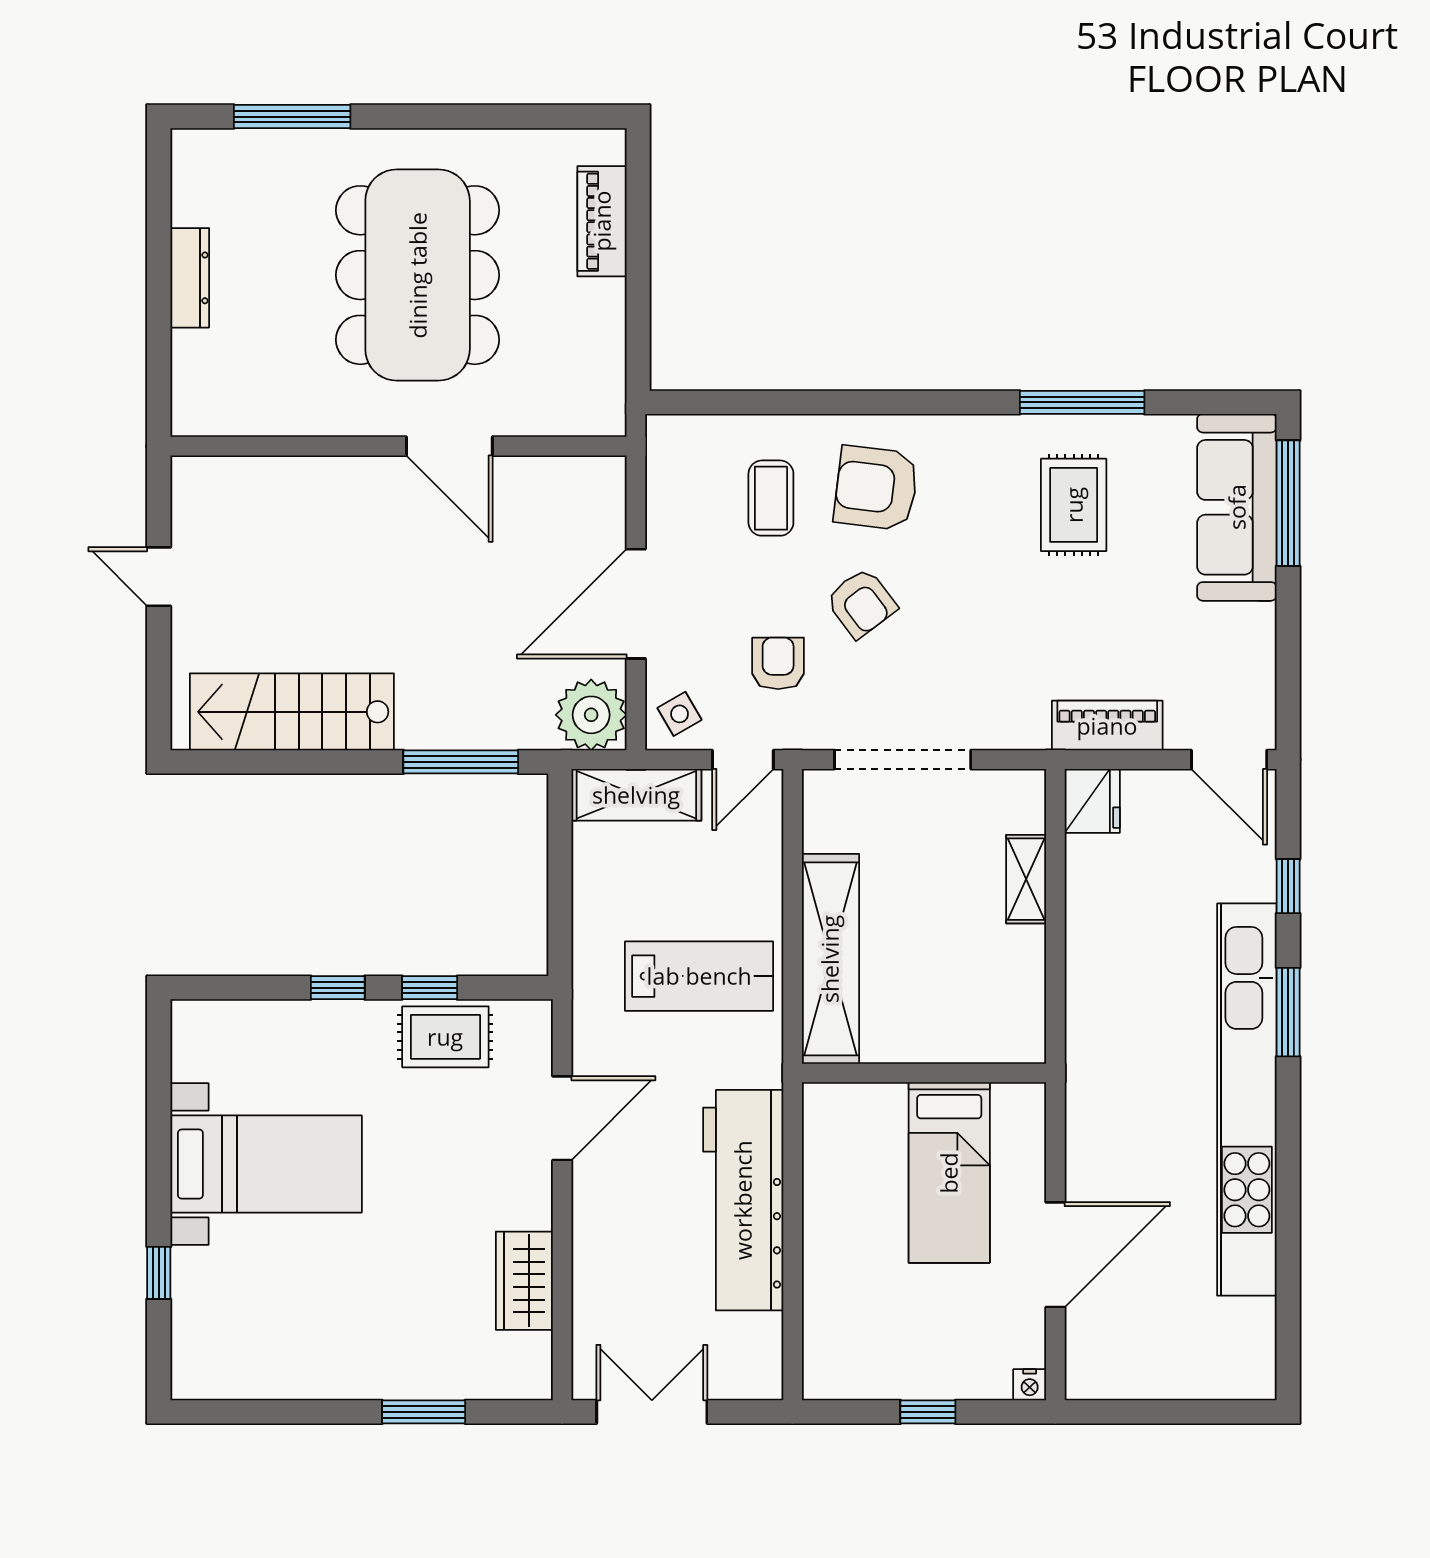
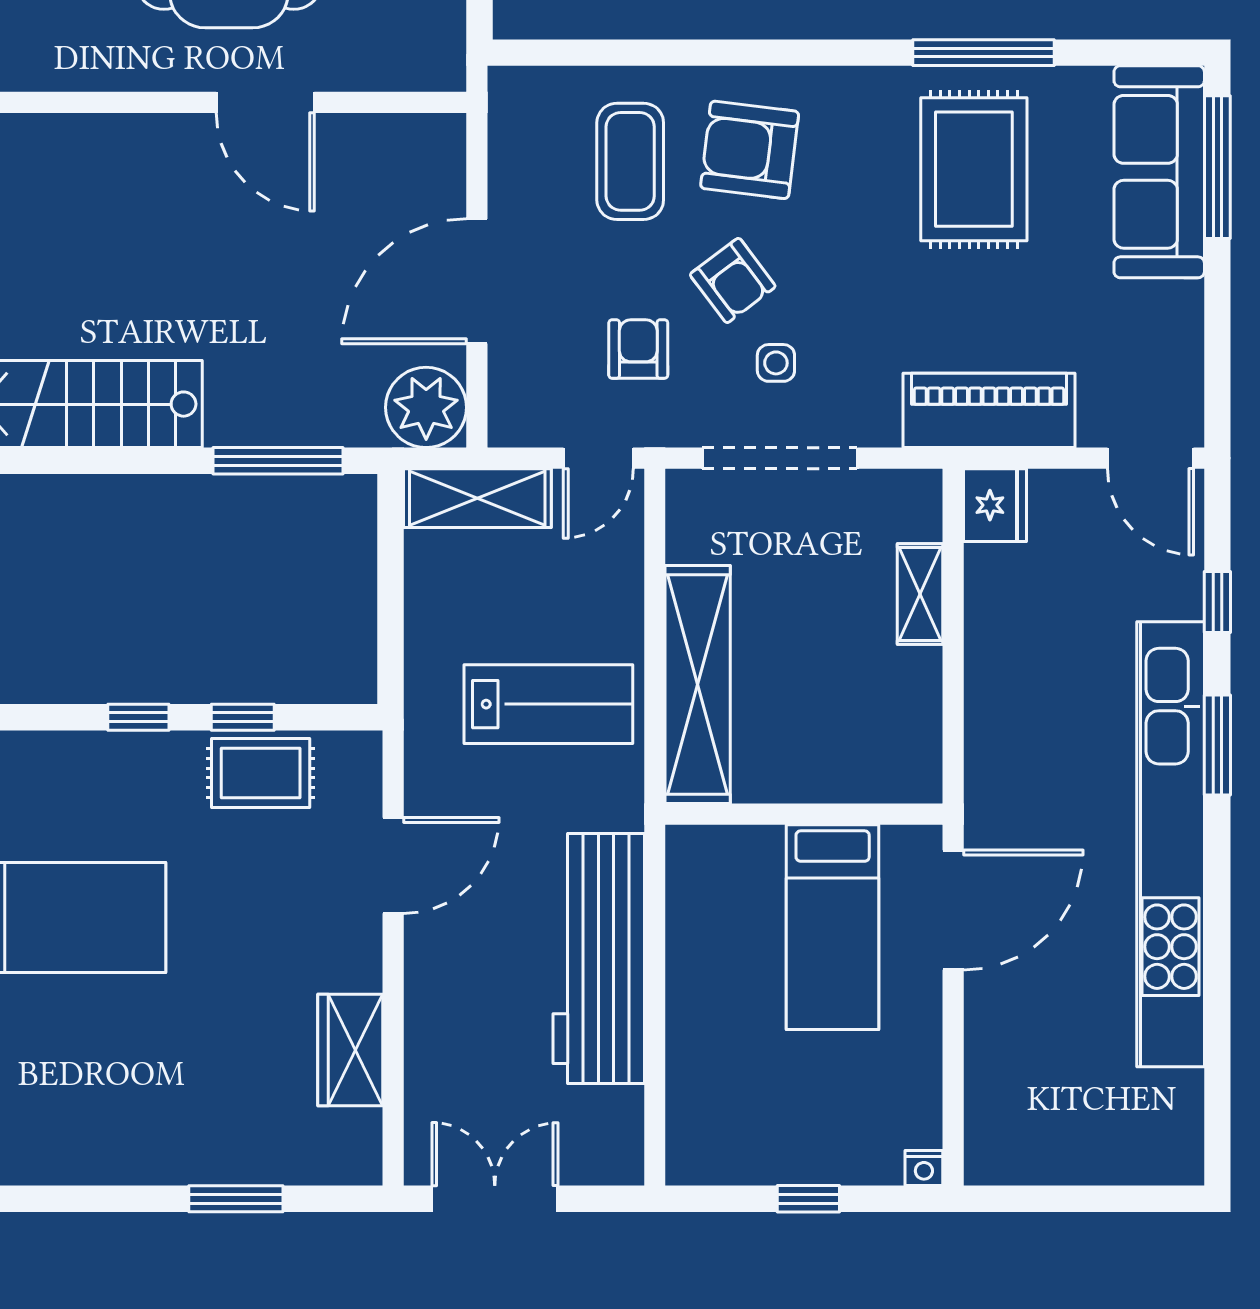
coffee table: (771, 498) -> (630, 161), width x1.36, depth x1.30
rug: (1074, 505) -> (974, 169), width x1.36, depth x1.43
side table: (680, 714) -> (776, 363), moved, turned 30
piano: (1107, 726) -> (989, 410), width x1.37, depth x1.33
door: (1055, 1255) -> (953, 910), moved

